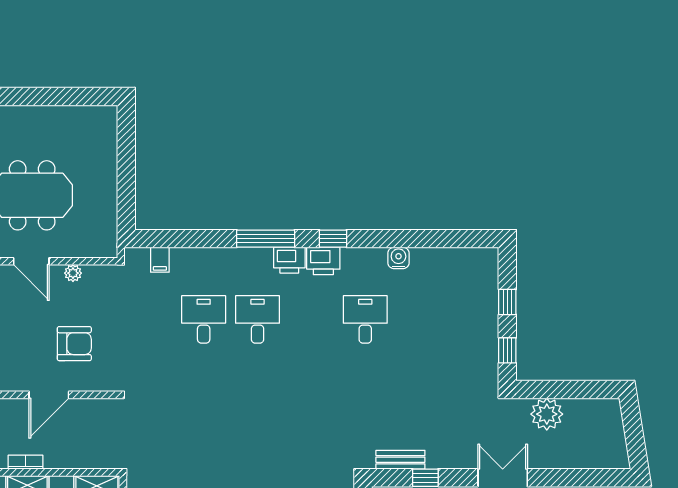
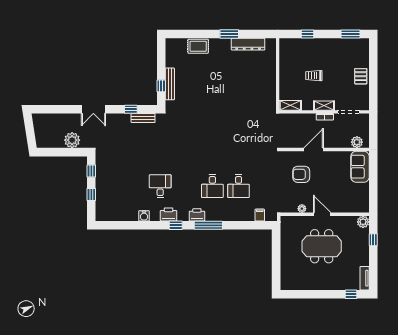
printer: (323, 261) -> (169, 214), moved
desk: (365, 319) -> (160, 186), turned 180

